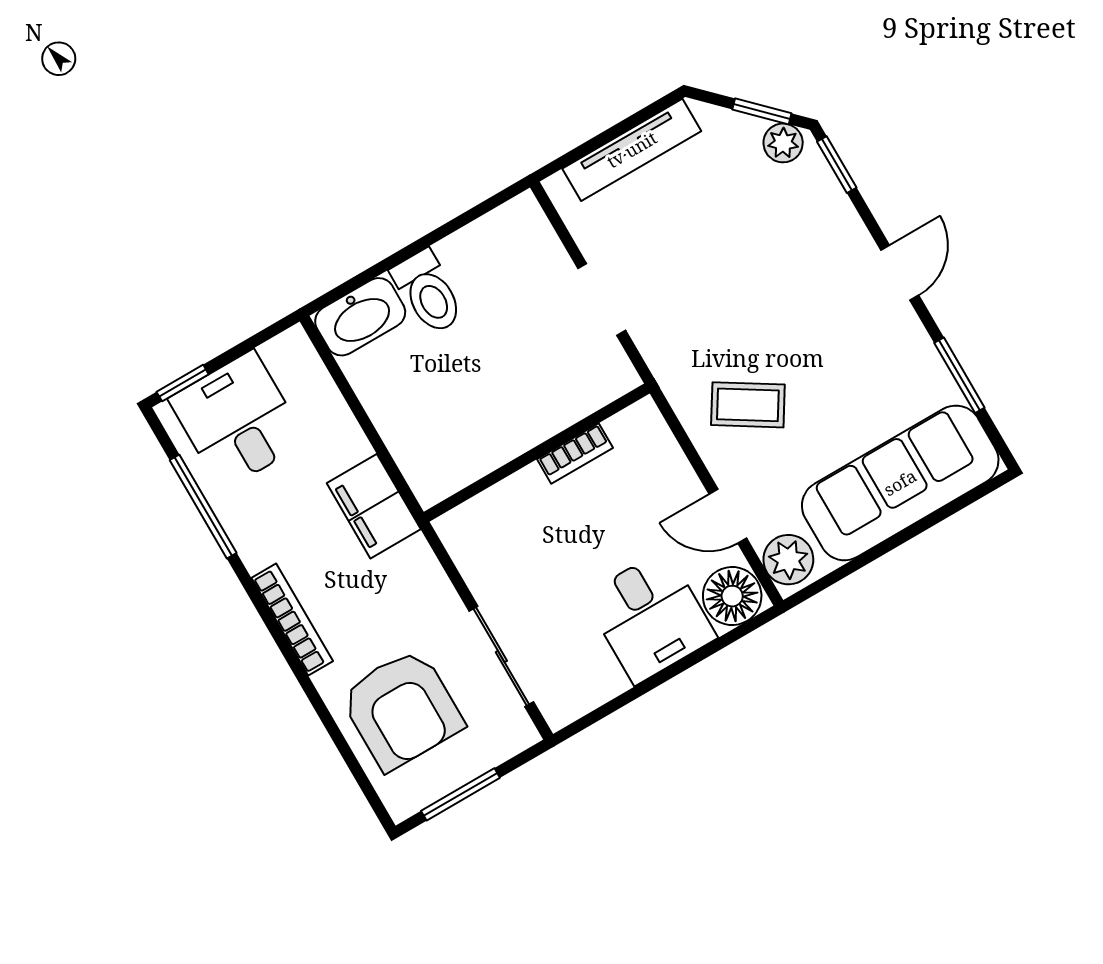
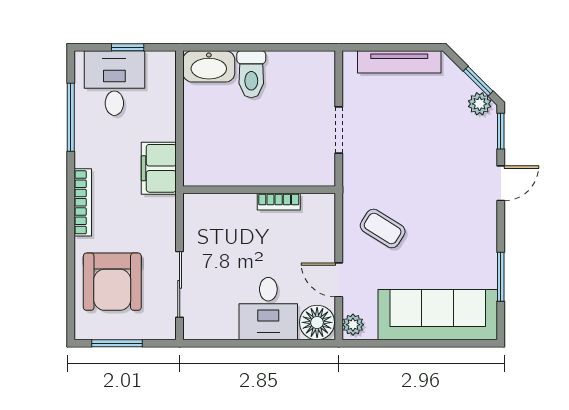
door: (900, 273) -> (501, 183), moved
window: (183, 383) -> (128, 47), moved
plant: (788, 560) -> (353, 325), width x0.73, depth x0.73

